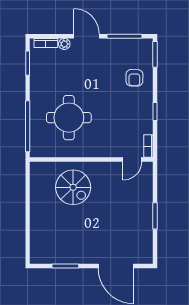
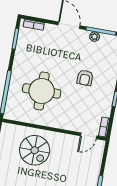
plant: (64, 44) -> (95, 37), moved
armchair: (134, 78) -> (85, 78), moved

